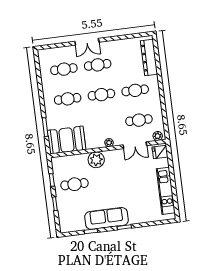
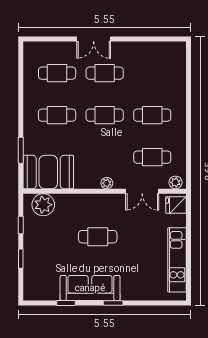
dresser: (149, 57) -> (177, 72), removed
plant: (96, 160) -> (43, 205), moved
cafe table: (74, 184) -> (98, 237), moved

